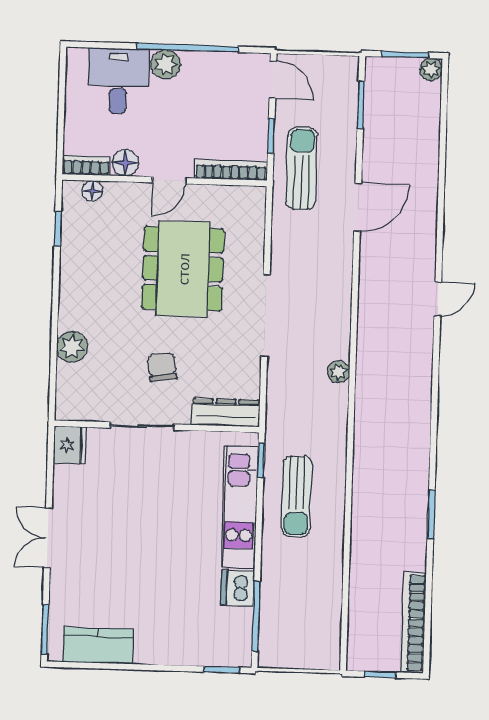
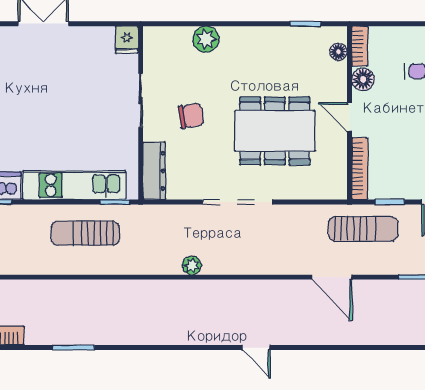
fridge: (70, 445) -> (127, 40), width x0.72

